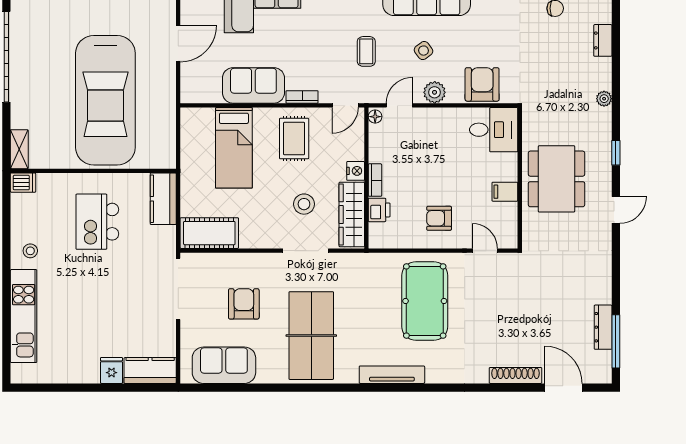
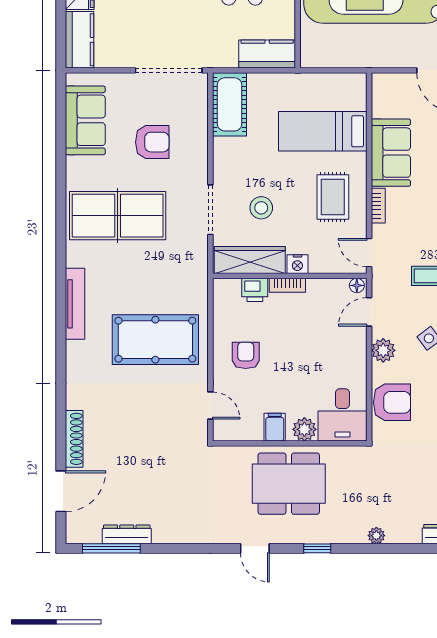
door: (399, 105) -> (369, 312), swing flipped
rug: (294, 139) -> (333, 197), turned 90
plant: (507, 164) -> (304, 429), added
door: (485, 251) -> (210, 406), hinge flipped

